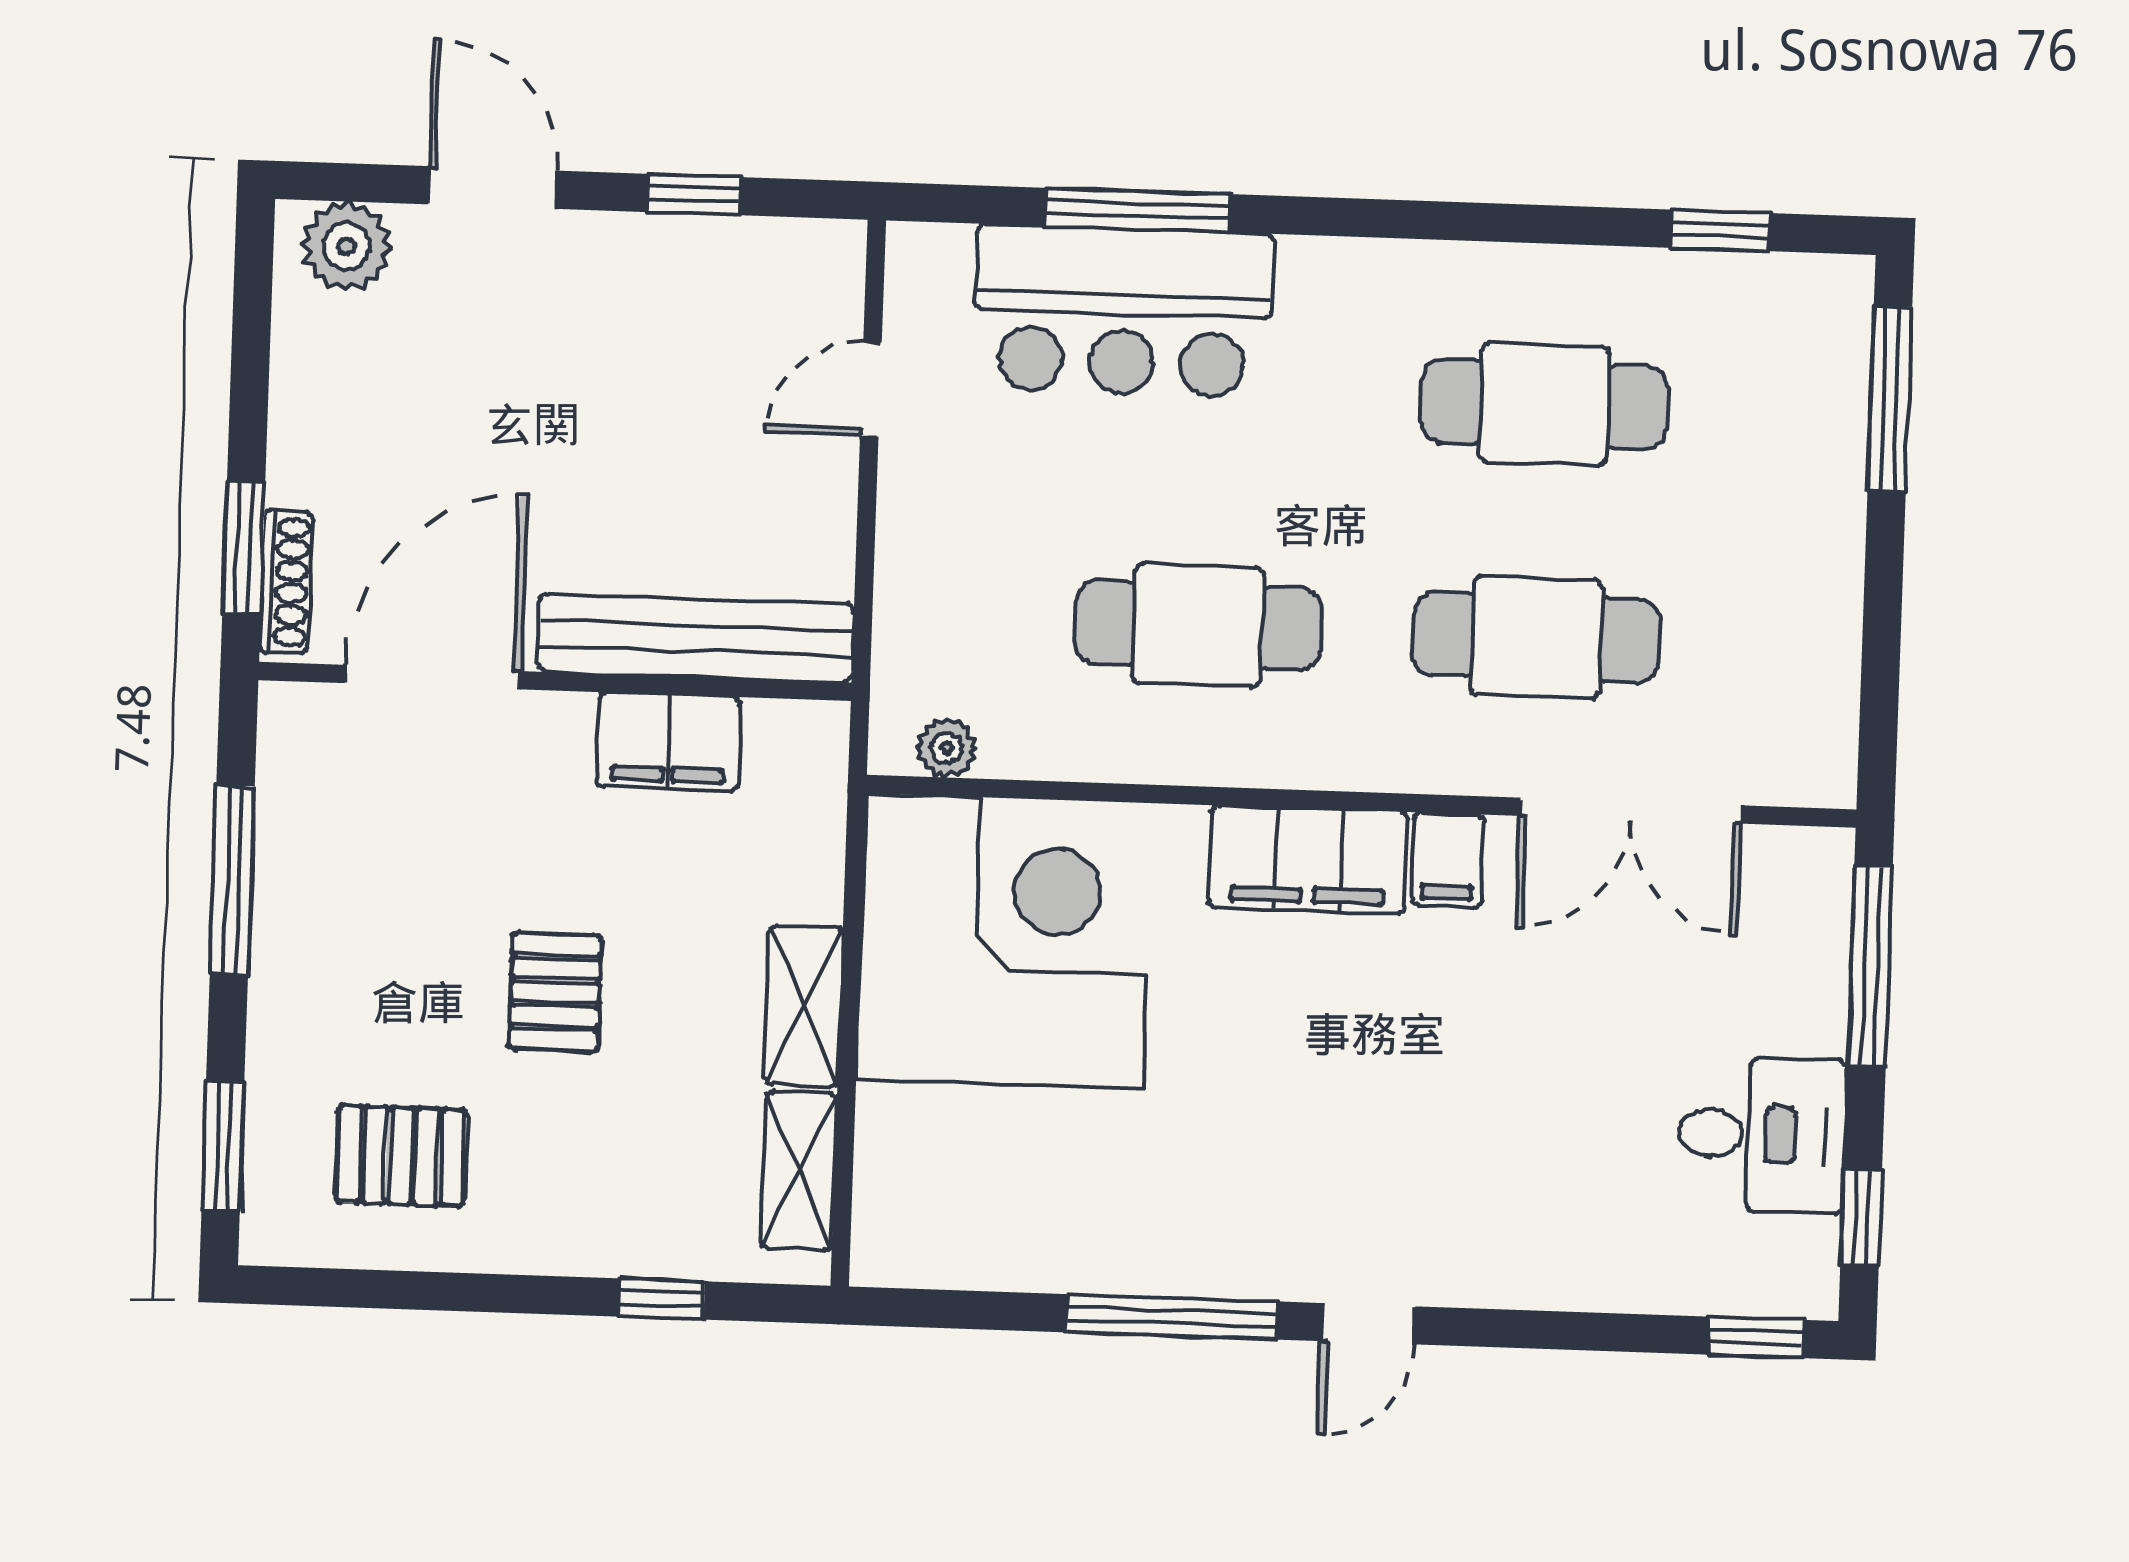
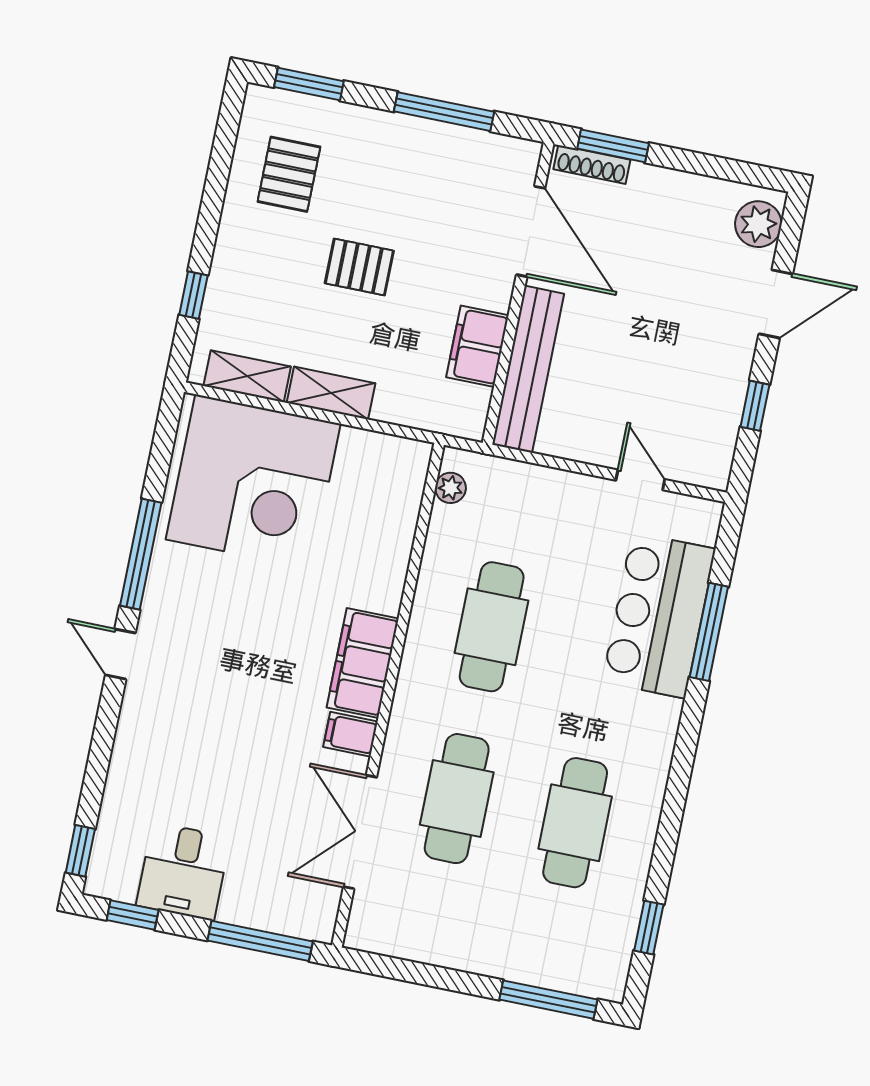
corner desk: (1004, 941) -> (253, 482), moved

